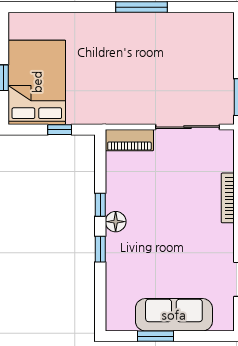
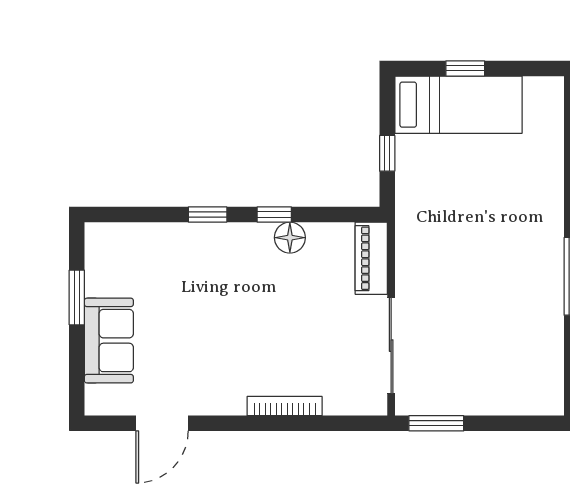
bed: (37, 82) -> (458, 105), width x0.67
floor lamp: (116, 222) -> (290, 238), moved
sofa: (174, 315) -> (109, 341), width x0.73

